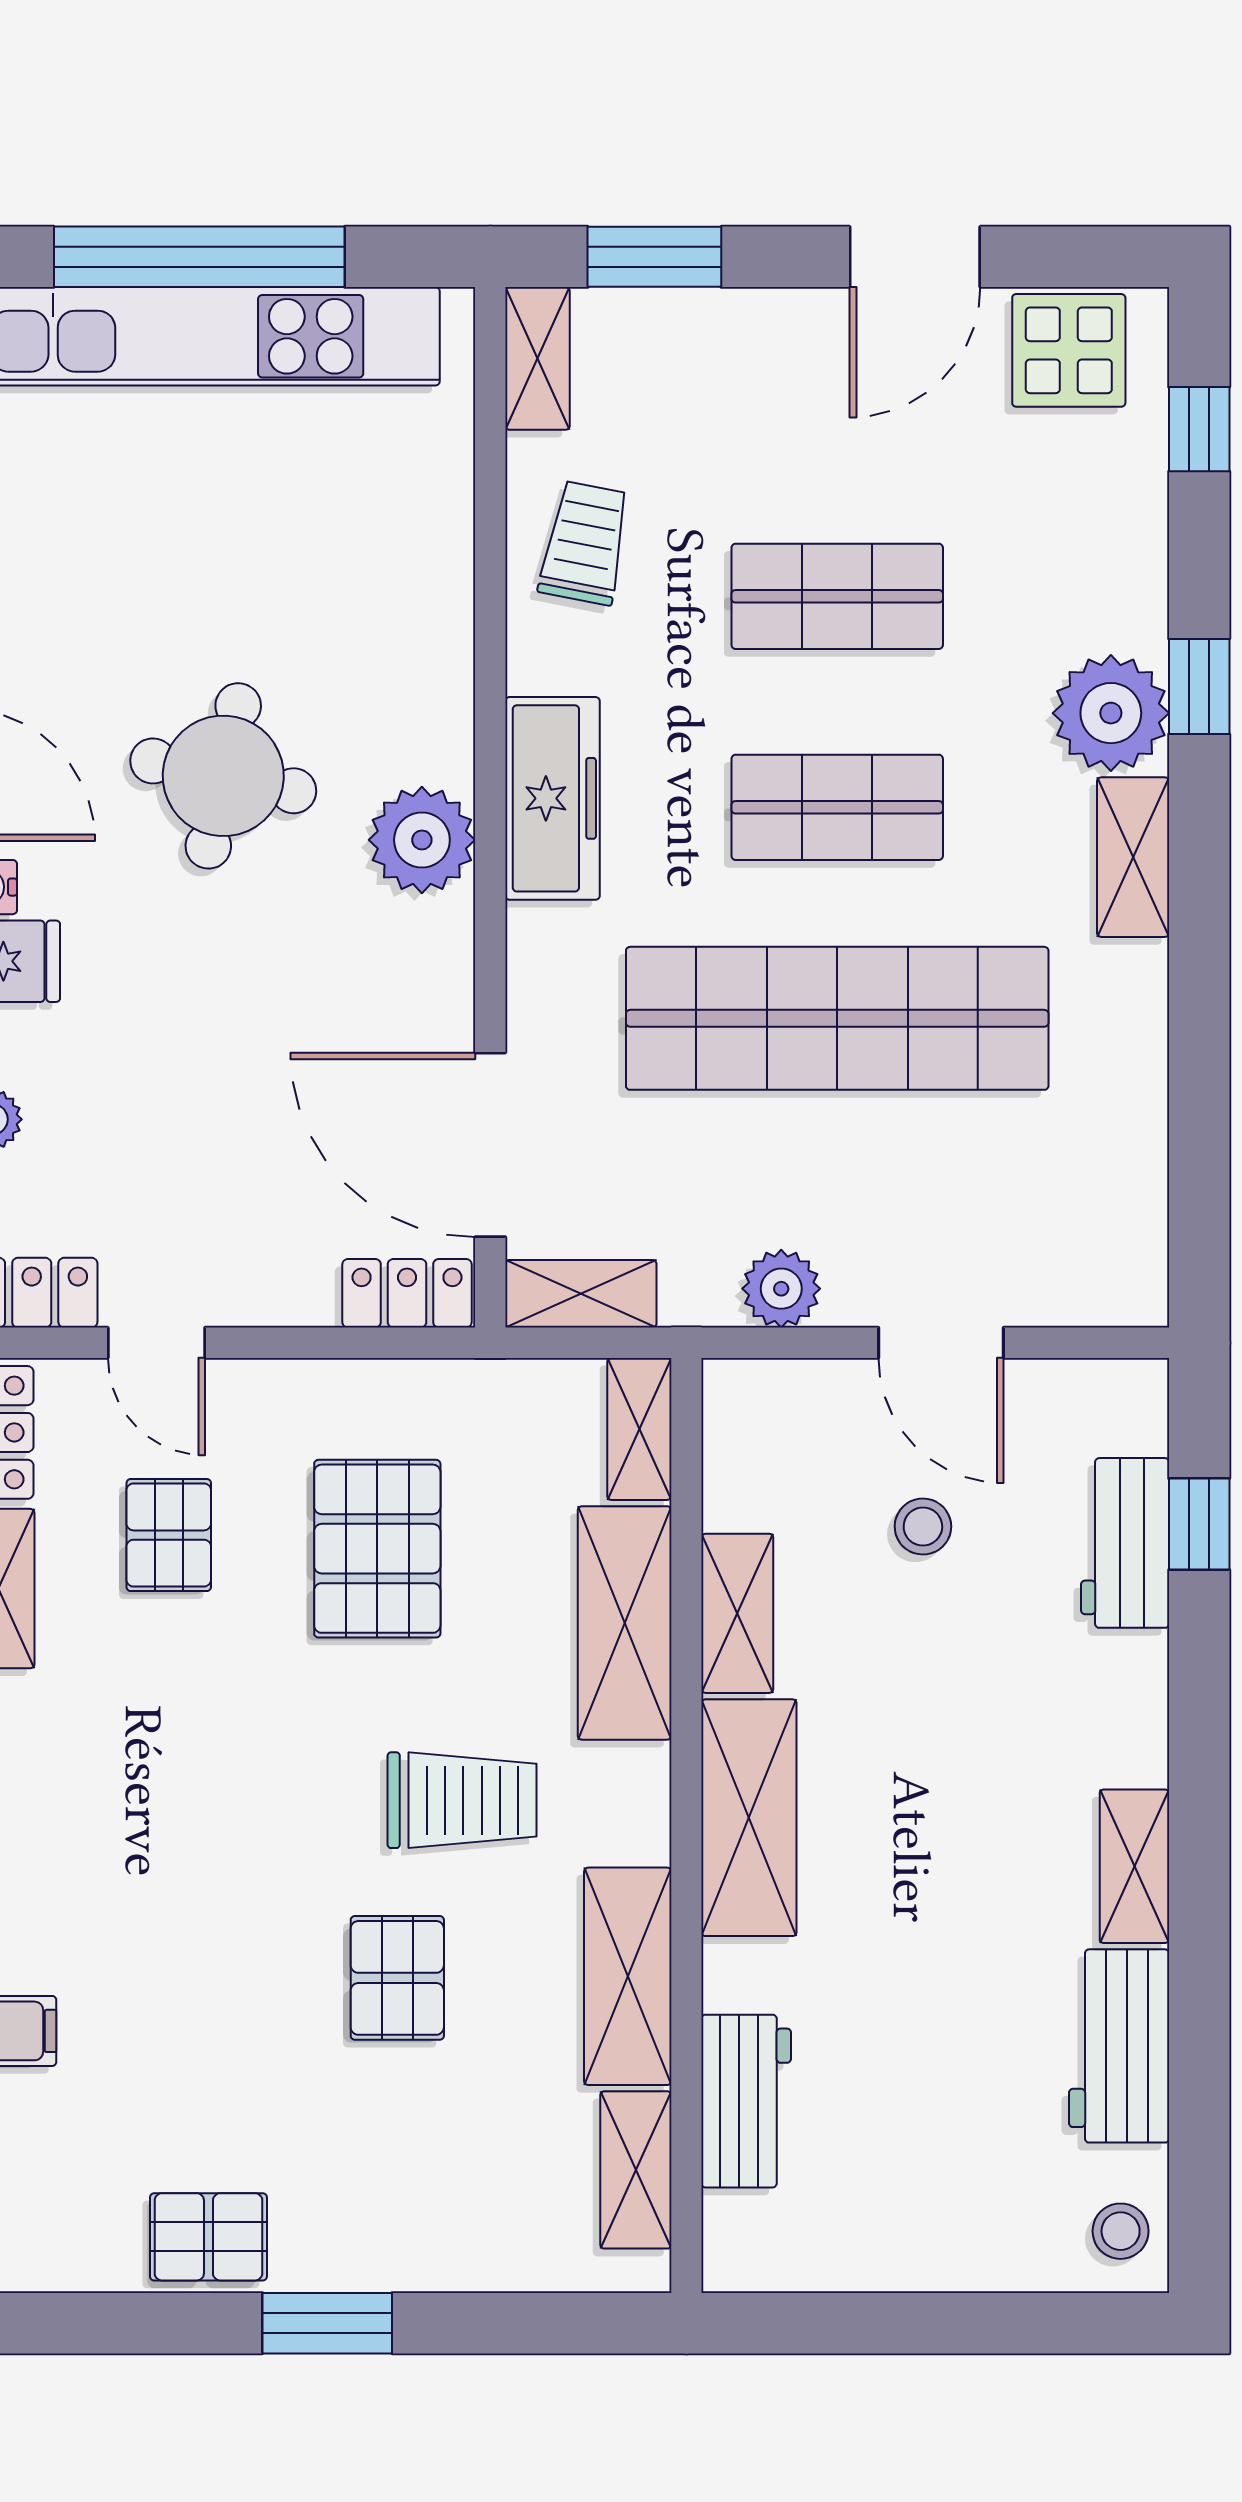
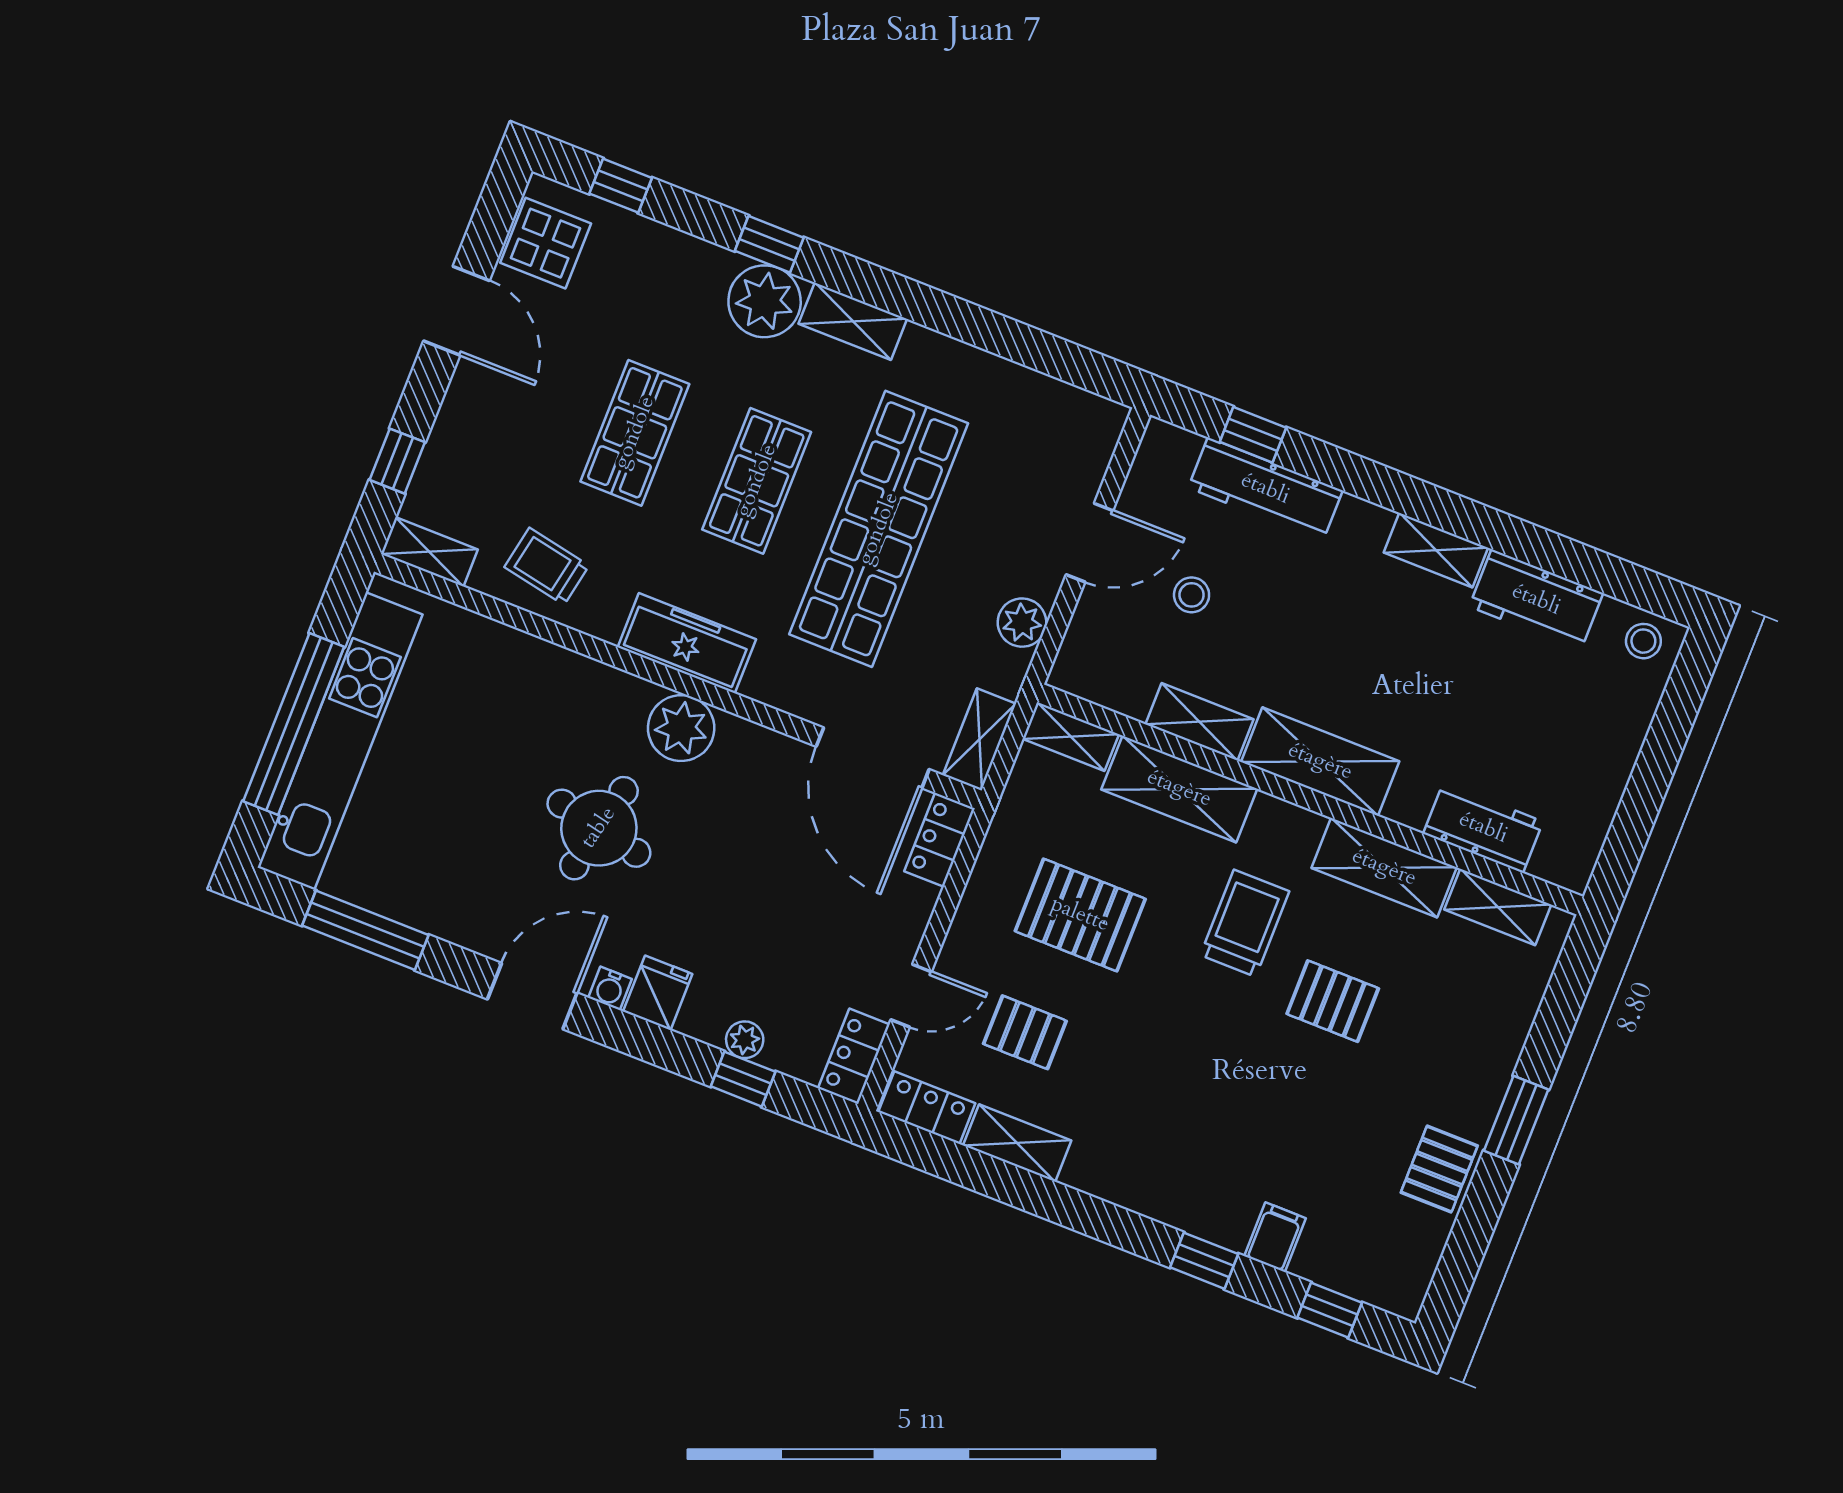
window: (654, 257) -> (397, 461), width x0.67
door: (490, 1145) -> (873, 758), hinge flipped
workbench: (1125, 1543) -> (1265, 489), width x1.38

